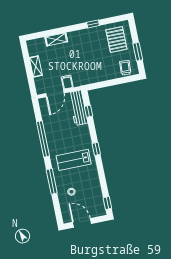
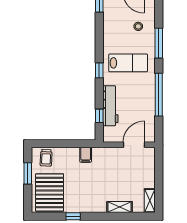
pallet: (116, 40) -> (50, 193), width x1.37, depth x1.41
shelving: (36, 66) -> (150, 201), moved
filing cabinet: (67, 82) -> (86, 155), moved
workbench: (78, 108) -> (110, 106), moved

